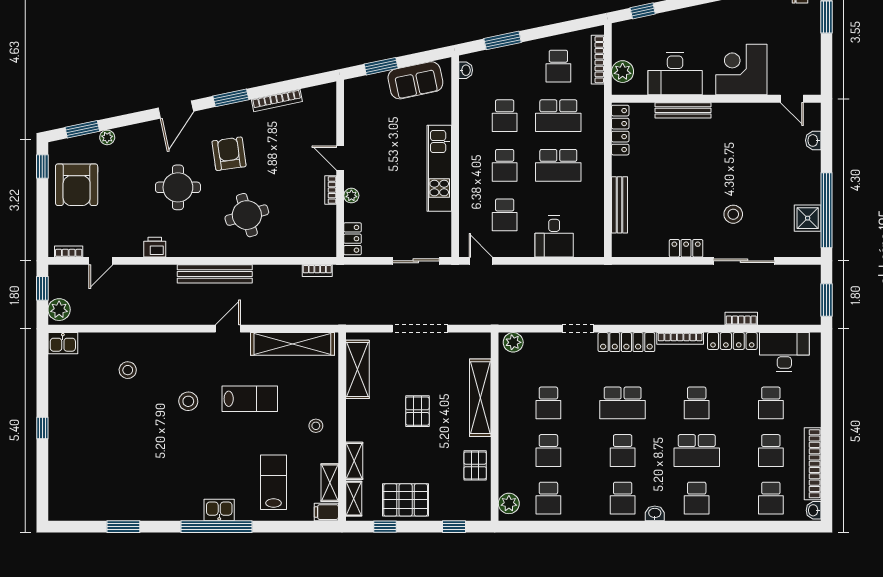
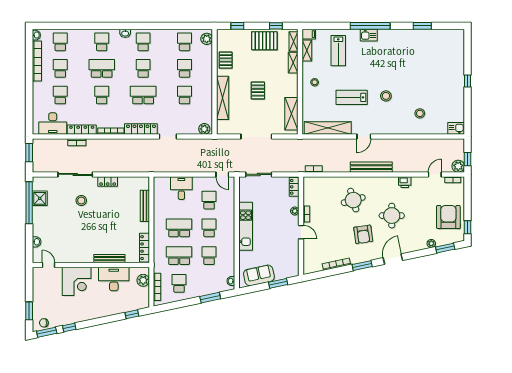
plant: (59, 310) -> (458, 166), moved

